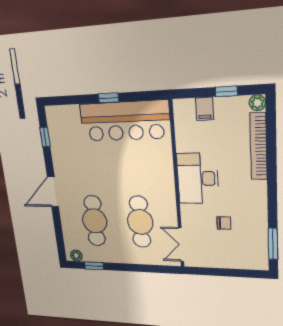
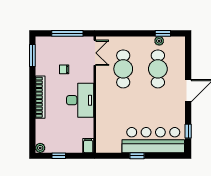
filing cabinet: (205, 109) -> (88, 146), moved
bar counter: (125, 121) -> (153, 140), moved
bookcase: (259, 146) -> (40, 97), moved
plant: (76, 256) -> (159, 41), moved
window: (221, 272) -> (67, 33), added

